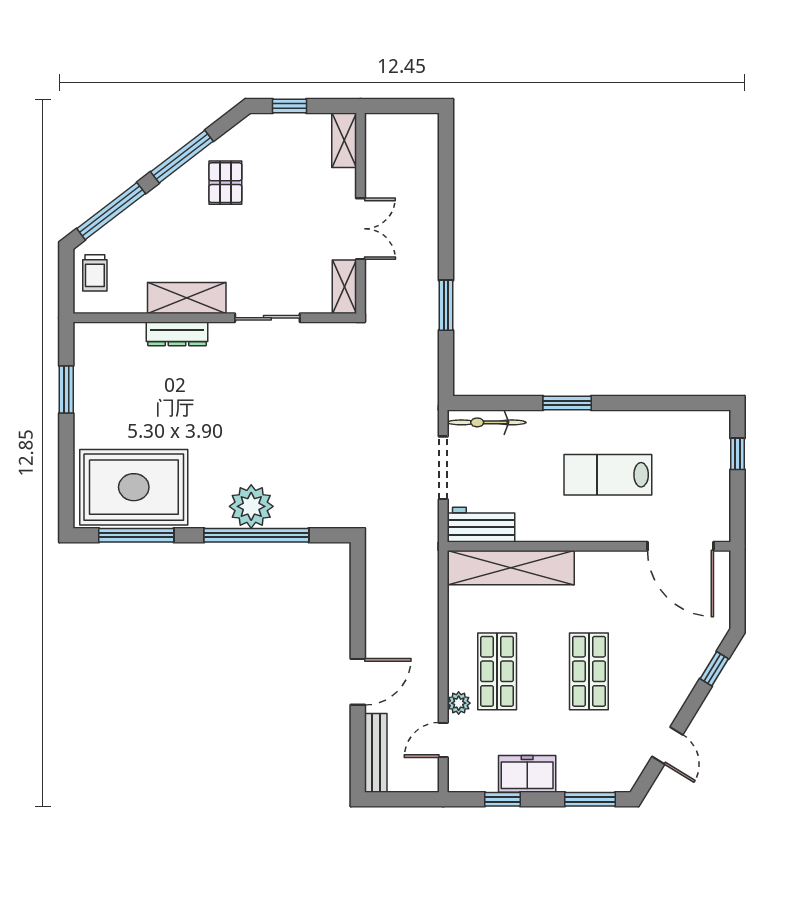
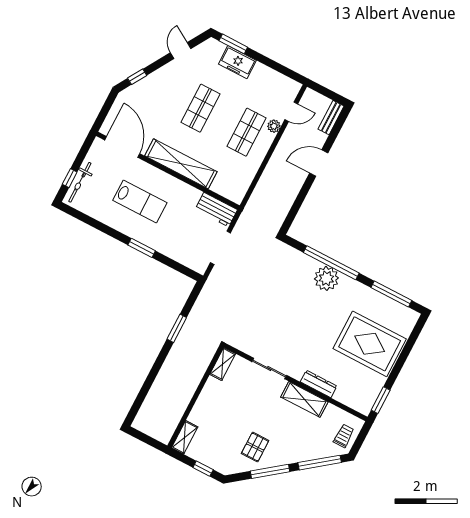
double door: (361, 229) -> (199, 389), removed
window: (66, 389) -> (381, 400), moved
bicycle: (487, 422) -> (80, 182), moved, turned 90
rug: (134, 487) -> (370, 344), moved
shelving: (511, 568) -> (181, 164), moved
bench: (376, 753) -> (331, 118), width x0.73
freezer: (527, 774) -> (237, 62), moved
window: (503, 799) -> (277, 67), removed

